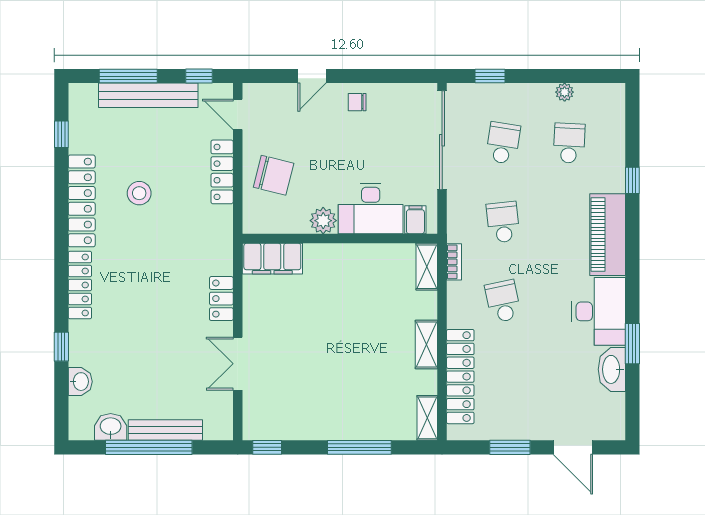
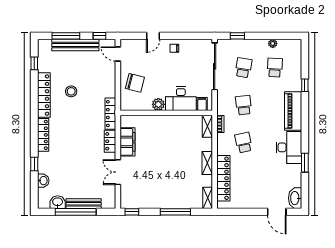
locker: (222, 172) -> (110, 114), moved
filing cabinet: (272, 259) -> (127, 142), moved, turned -90
washbasin: (612, 369) -> (295, 198), moved
window: (510, 447) -> (247, 212), removed

